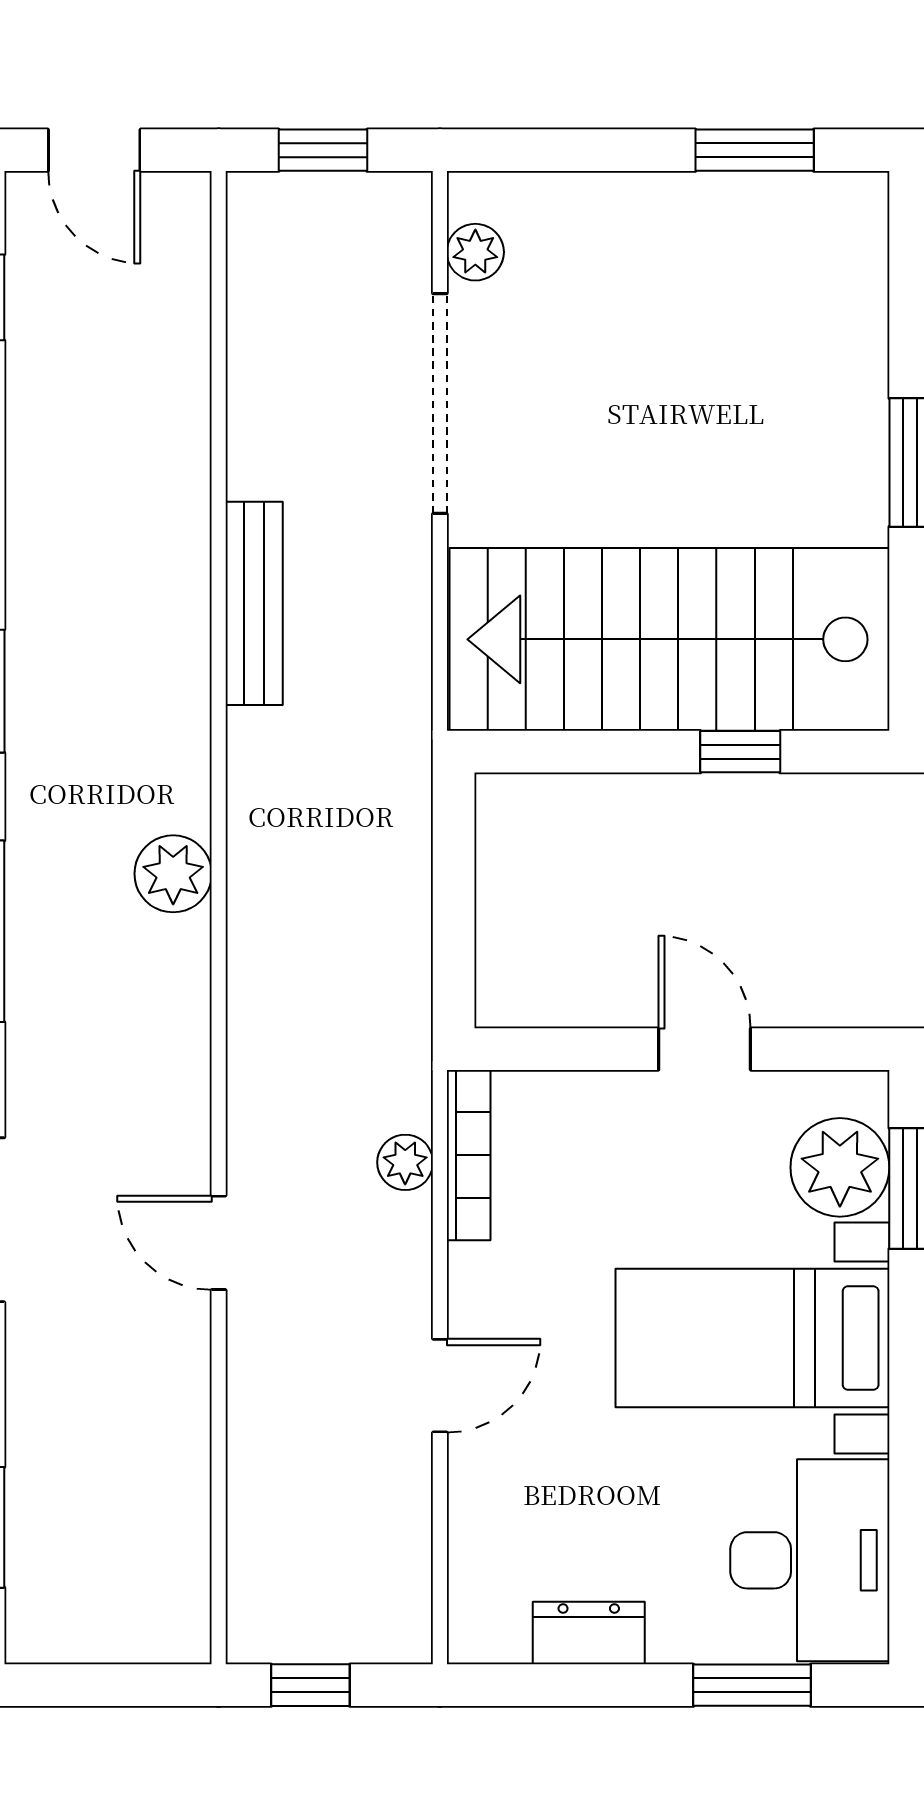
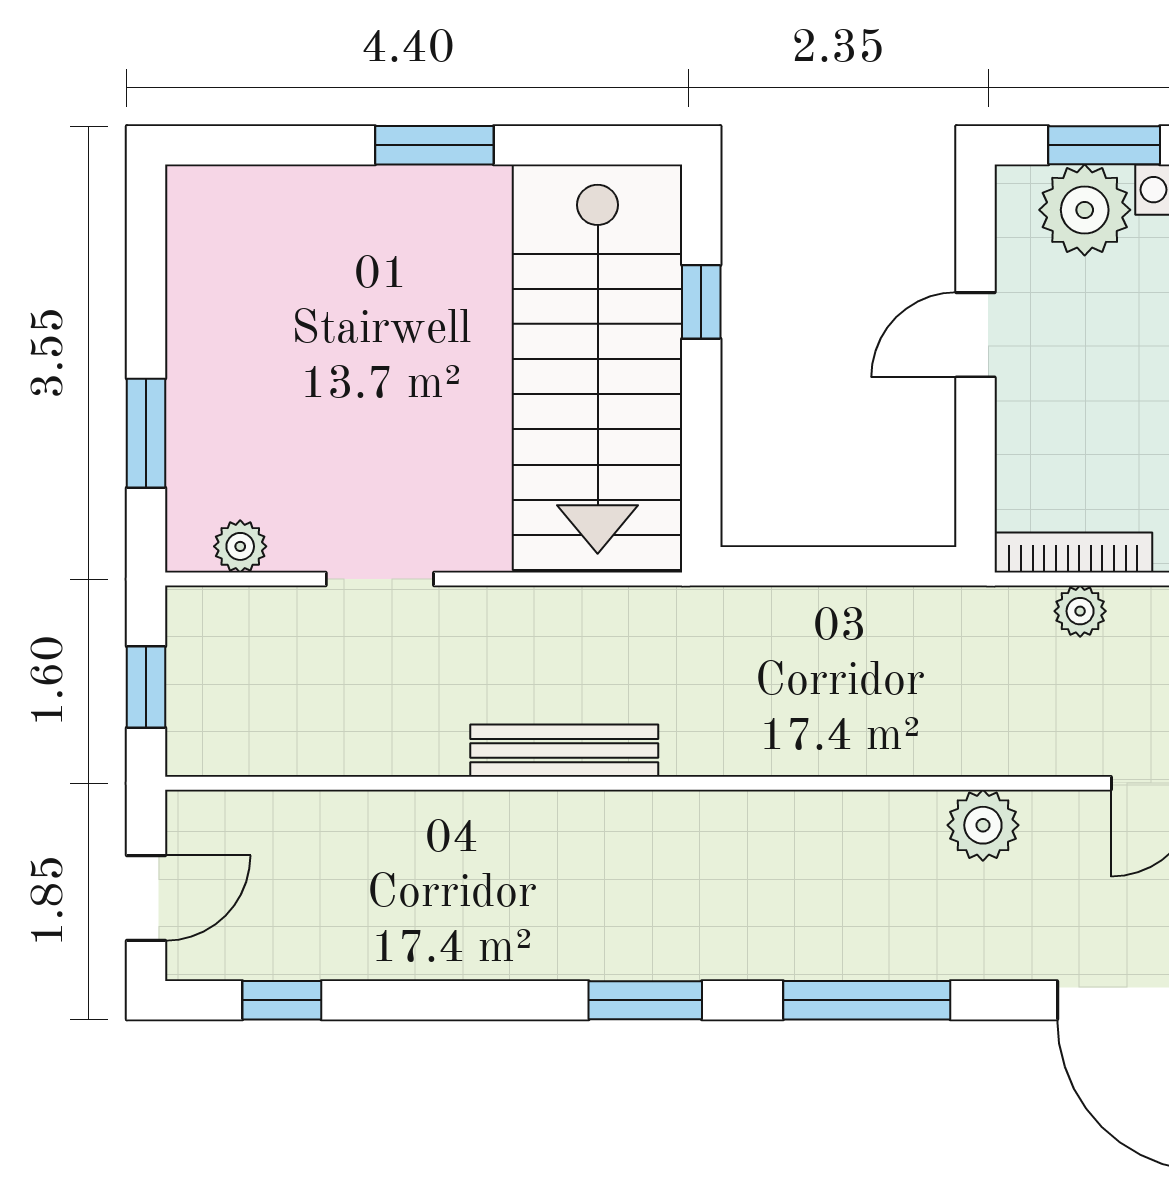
window: (755, 150) -> (146, 433), moved
doorway: (440, 404) -> (380, 579), width x0.53
plant: (173, 874) -> (983, 825), moved

